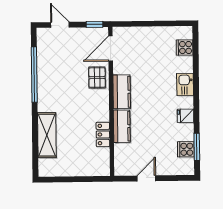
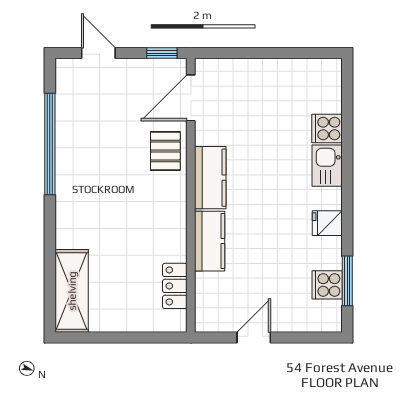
cooker: (185, 48) -> (327, 128), moved
locker: (103, 134) -> (175, 286), moved
shelving: (47, 135) -> (72, 291), moved

